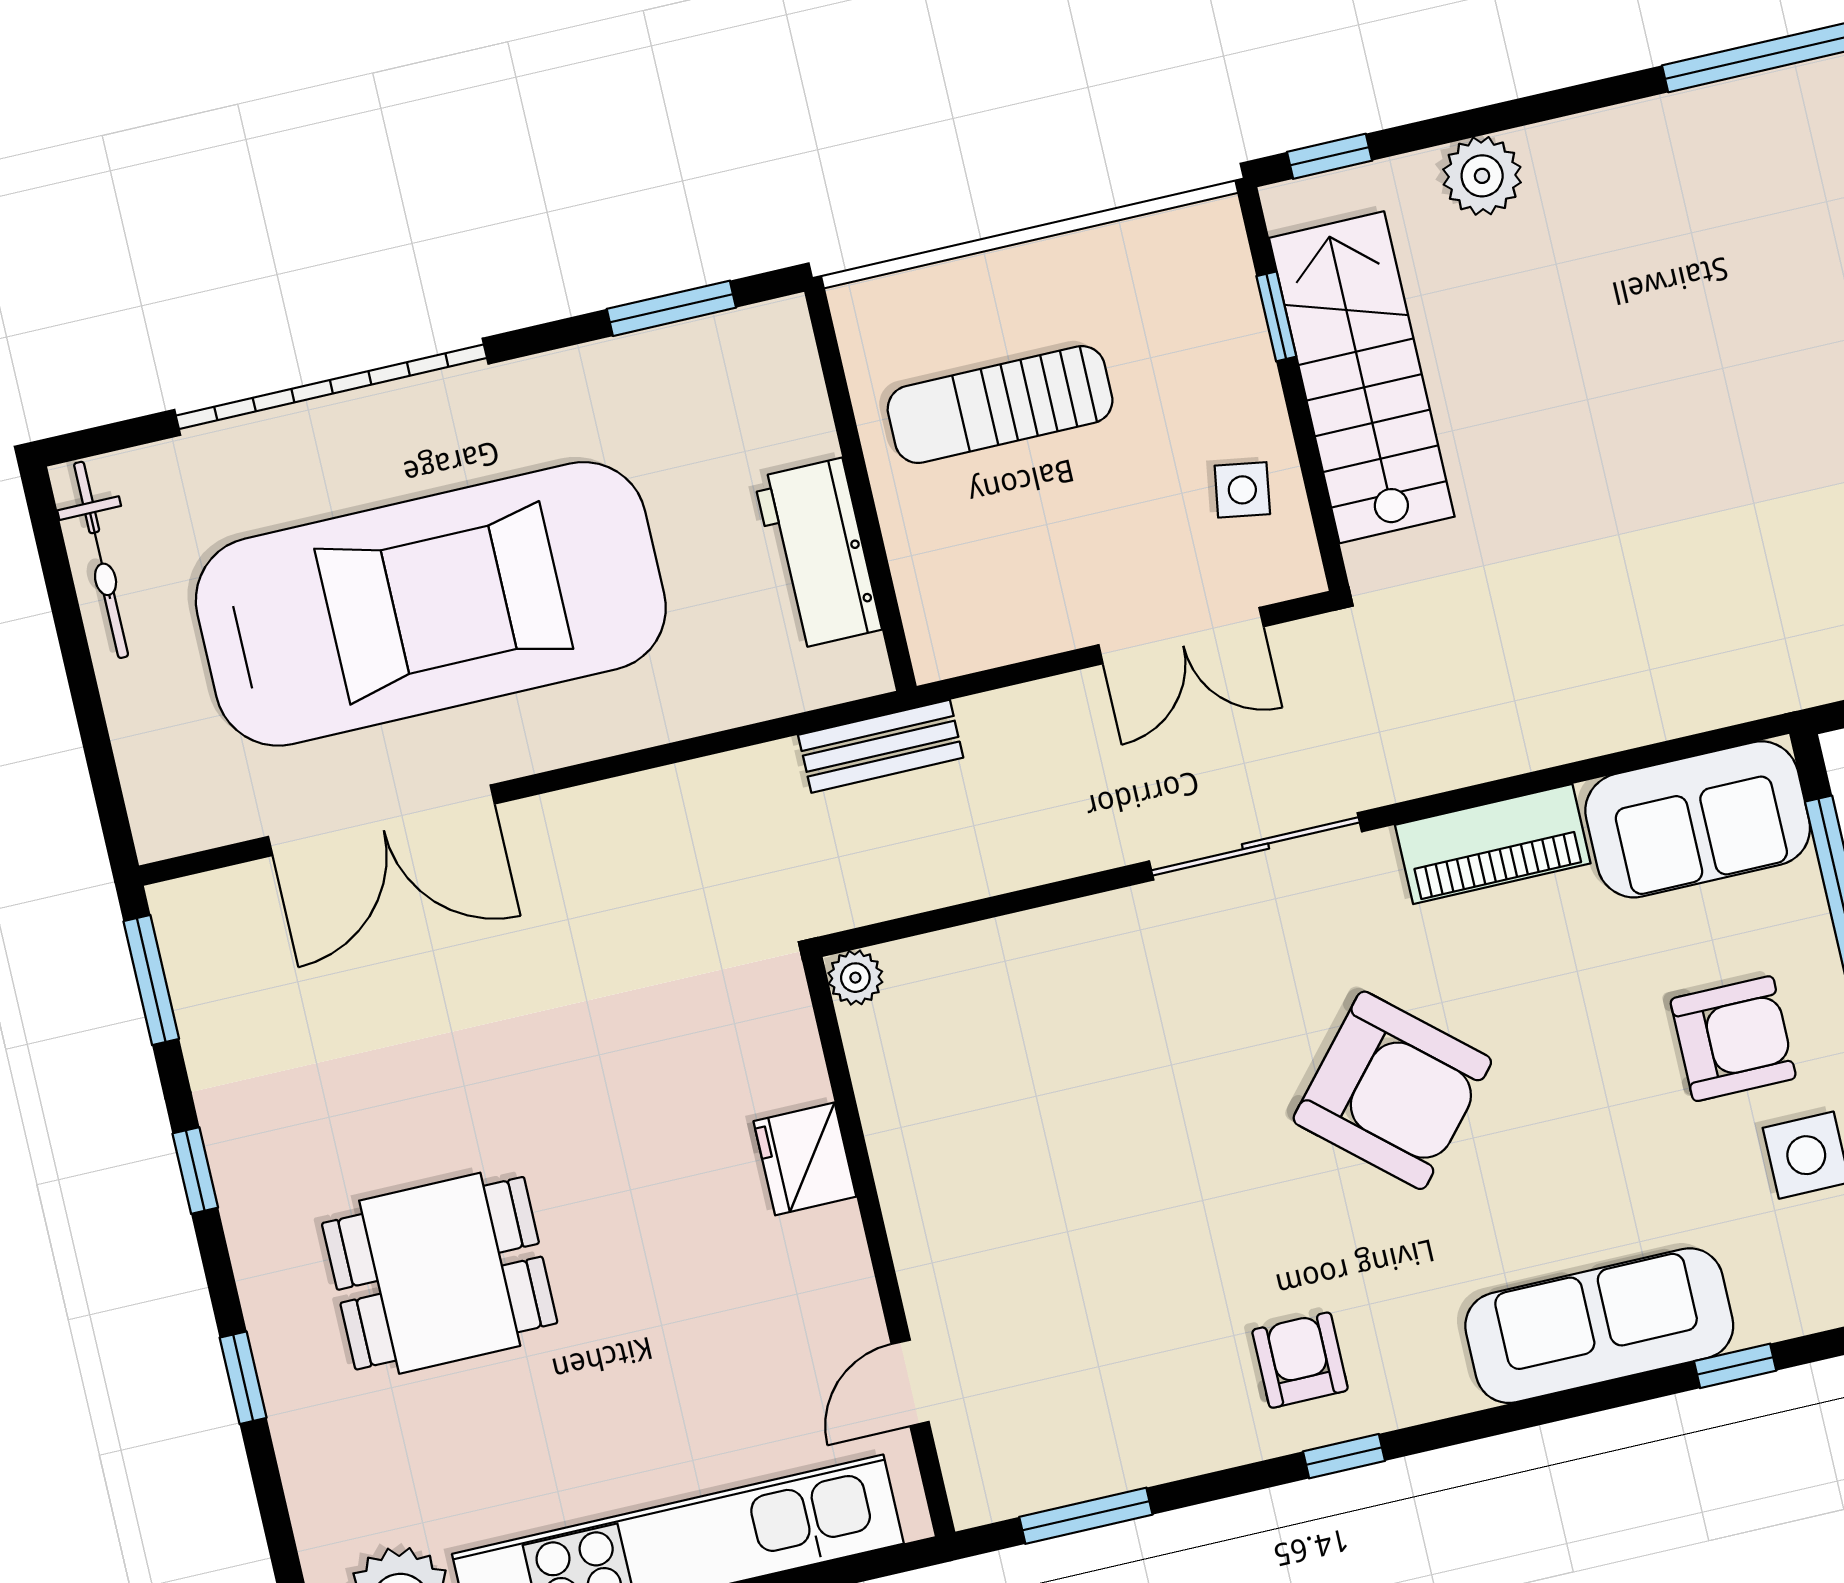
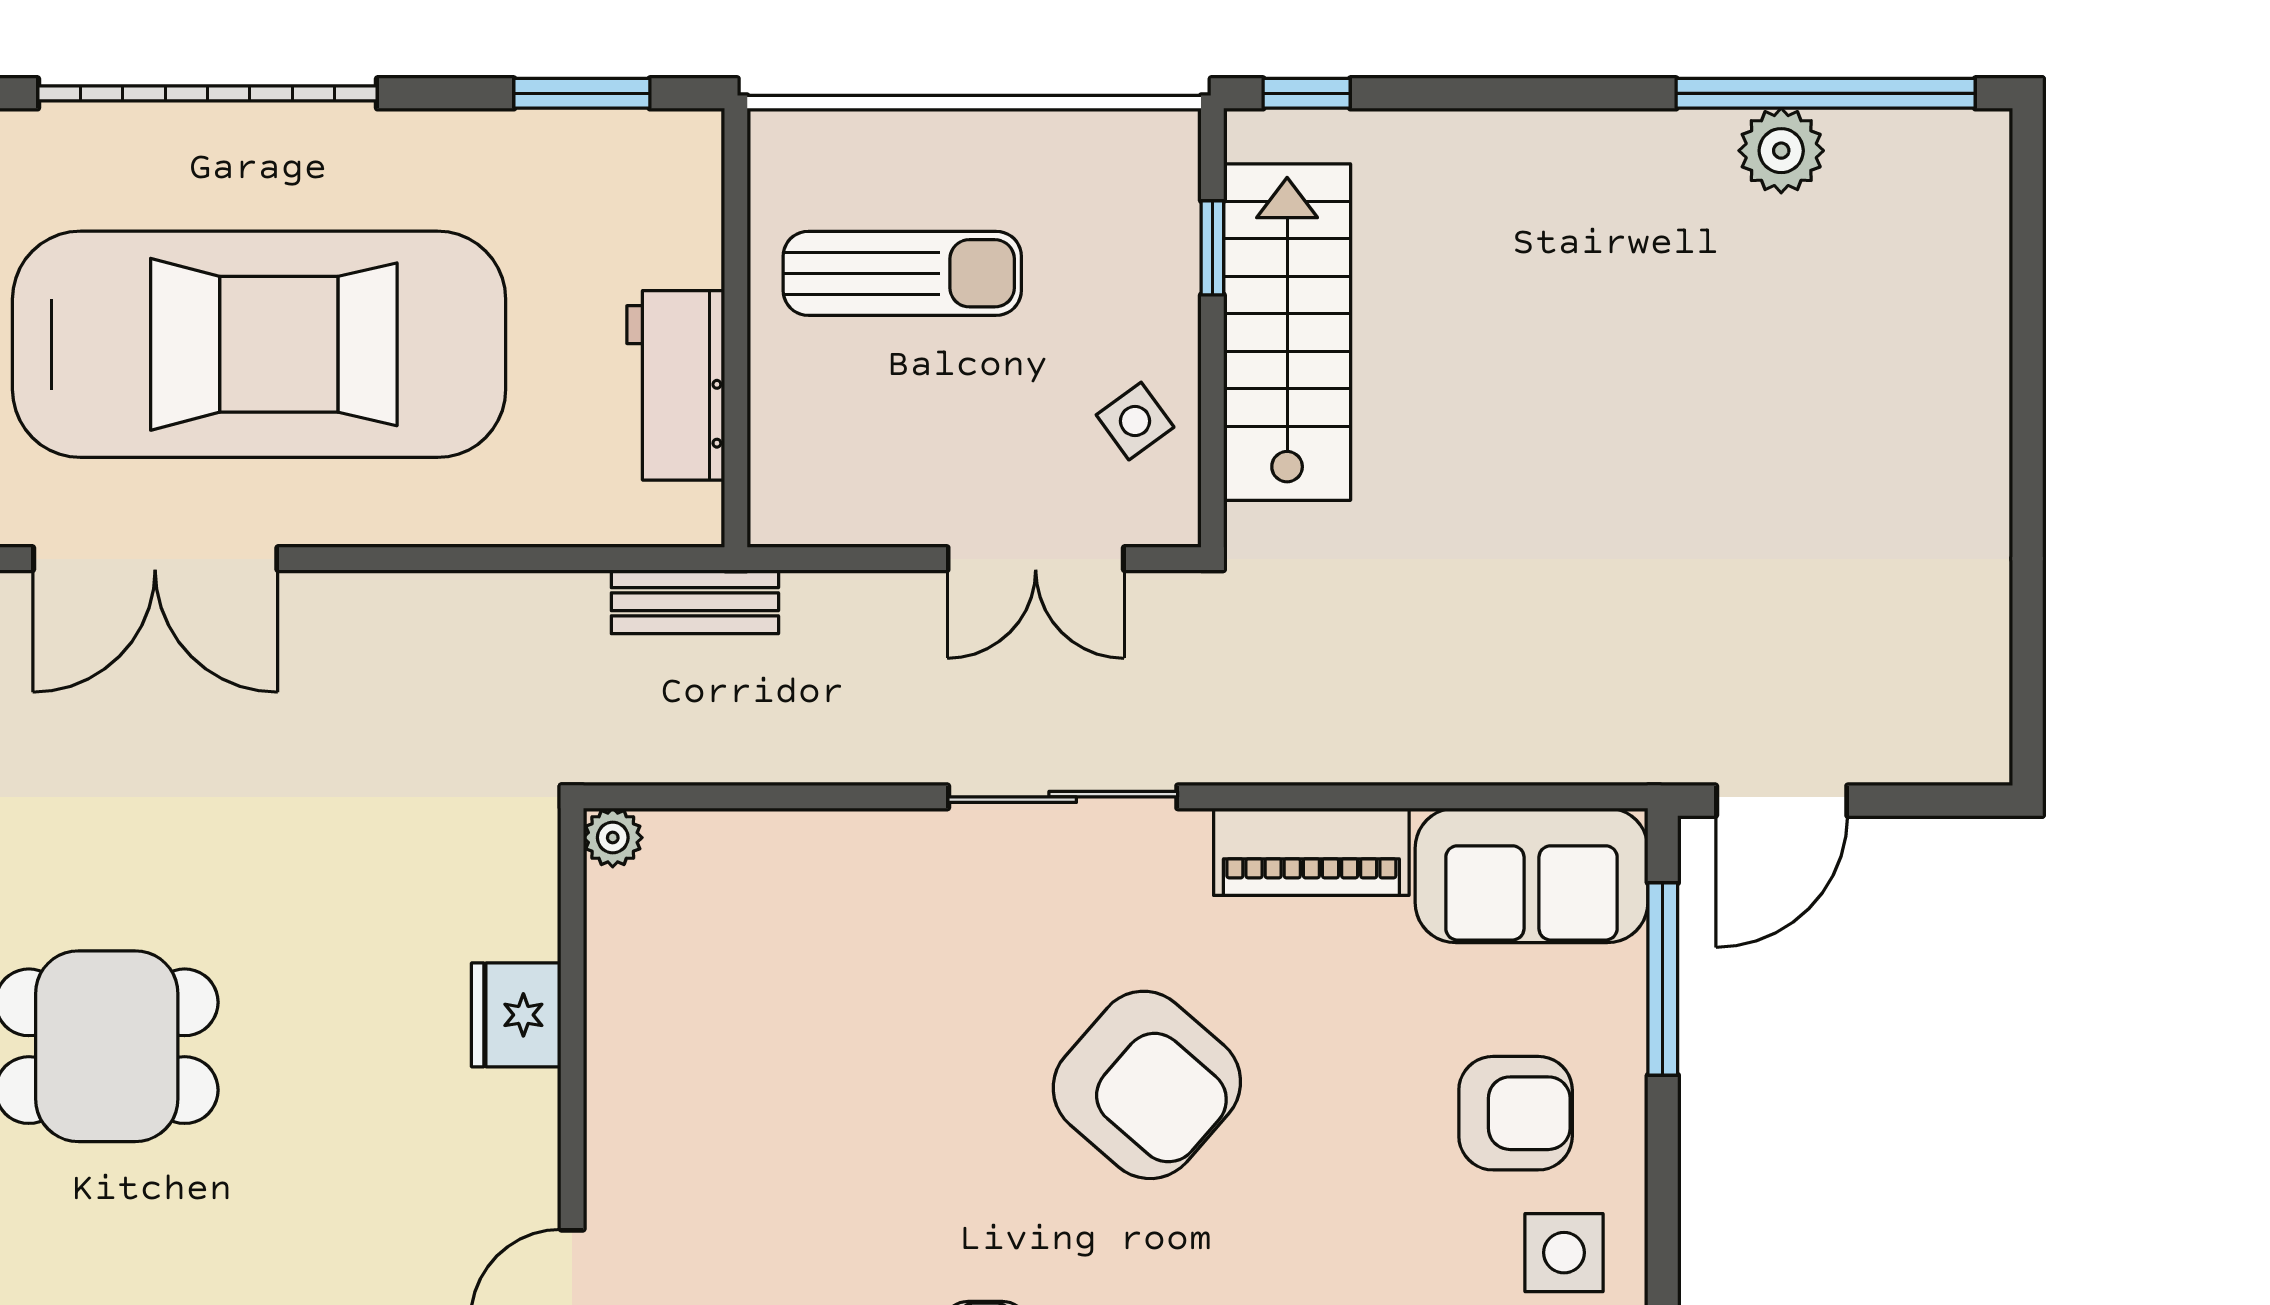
plant: (1482, 176) -> (1781, 151), moved
sun lounger: (1000, 405) -> (902, 273), turned 180
side table: (1242, 490) -> (1135, 421), turned 45

